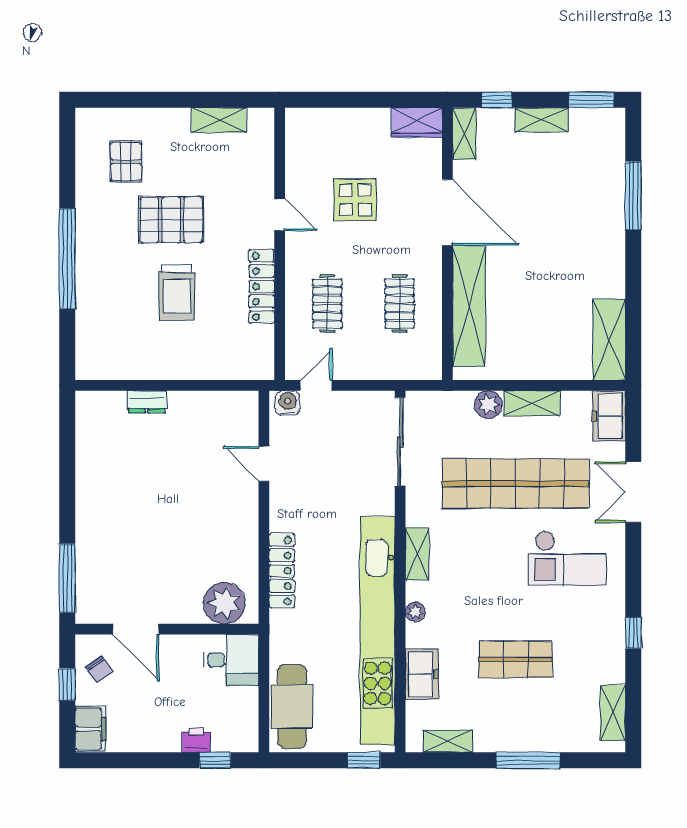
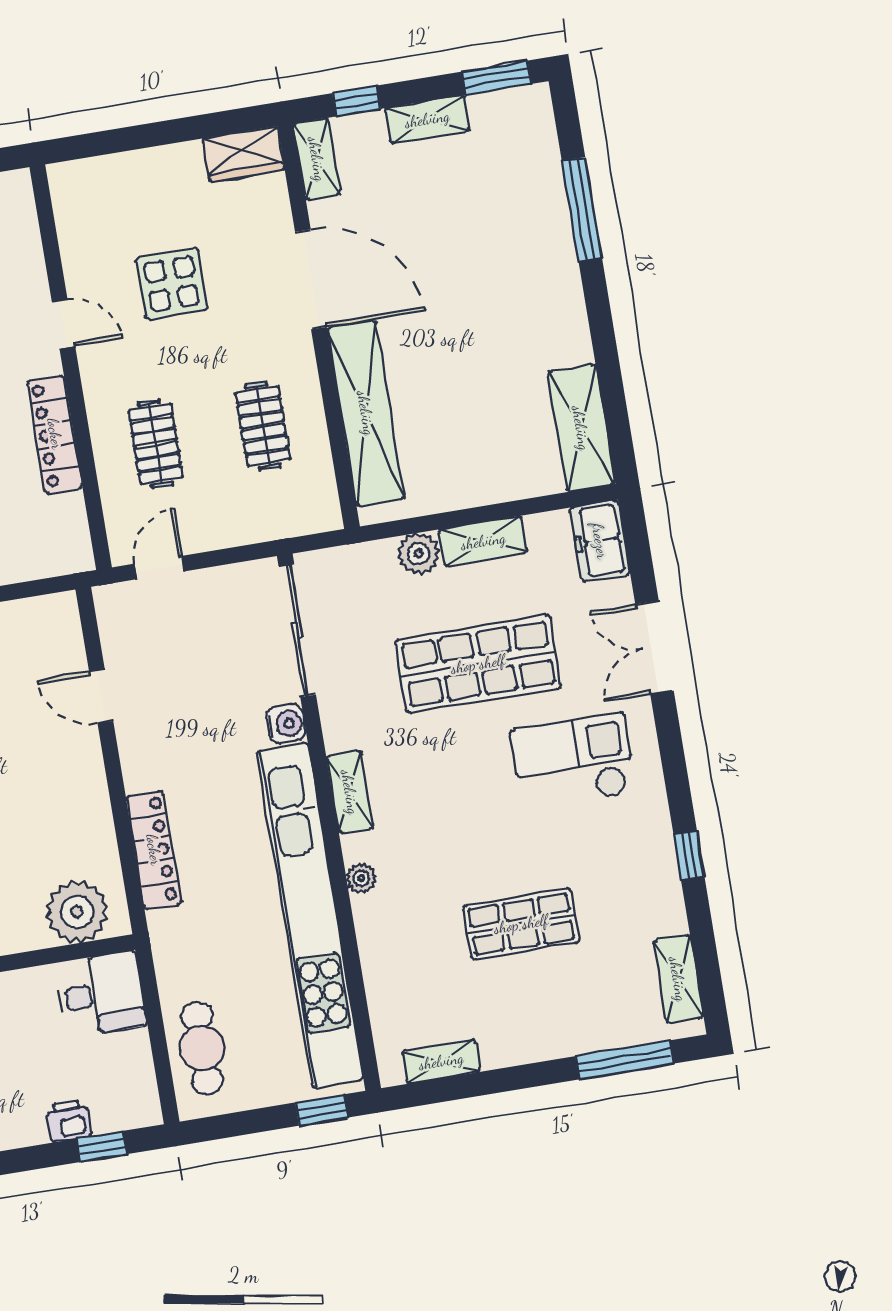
water cooler: (288, 403) -> (286, 724), moved, turned 90
shop shelf: (515, 484) -> (478, 664), width x0.71
checkout: (567, 558) -> (573, 762), turned 180
freezer: (422, 674) -> (386, 969), removed
cafe table: (292, 706) -> (202, 1048), width x0.73, depth x0.74
window: (528, 760) -> (624, 1060), moved

